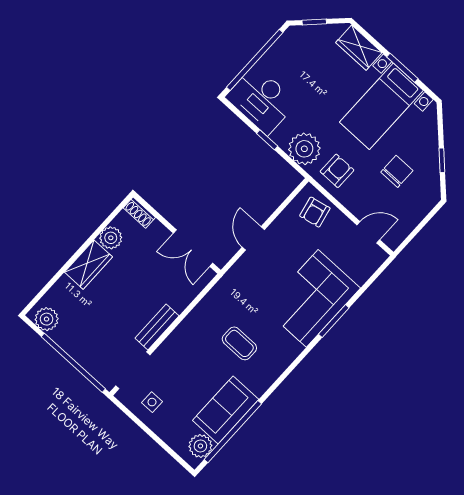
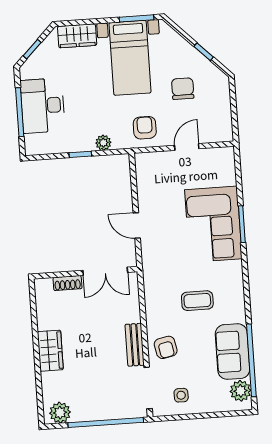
window: (255, 60) -> (20, 112), width x0.68
window: (402, 68) -> (136, 18), moved
desk: (261, 100) -> (43, 106), moved, turned 90
plant: (304, 149) -> (103, 143), width x0.53, depth x0.53
armchair: (315, 212) -> (166, 347), moved
shoe rack: (139, 213) -> (68, 283), moved
door: (368, 232) -> (187, 147), moved
plant: (111, 238) -> (47, 319), removed

